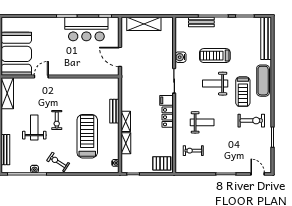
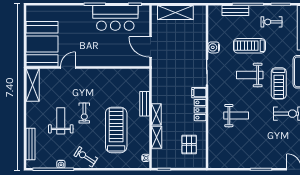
exercise bike: (193, 151) -> (271, 22), moved
pallet: (162, 163) -> (189, 144), moved, turned 90

